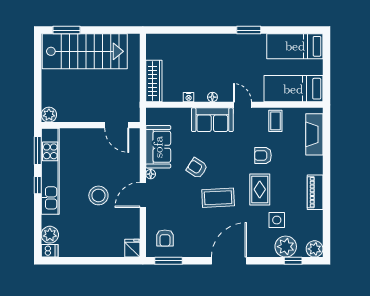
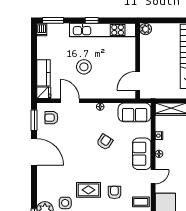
sofa: (158, 147) -> (135, 112), moved
window: (38, 151) -> (53, 20), moved
door: (143, 195) -> (70, 101), moved
coffee table: (218, 198) -> (82, 158), removed
plant: (50, 235) -> (54, 30), removed
kitchen counter: (106, 249) -> (43, 73), added
door: (229, 261) -> (34, 152), moved

